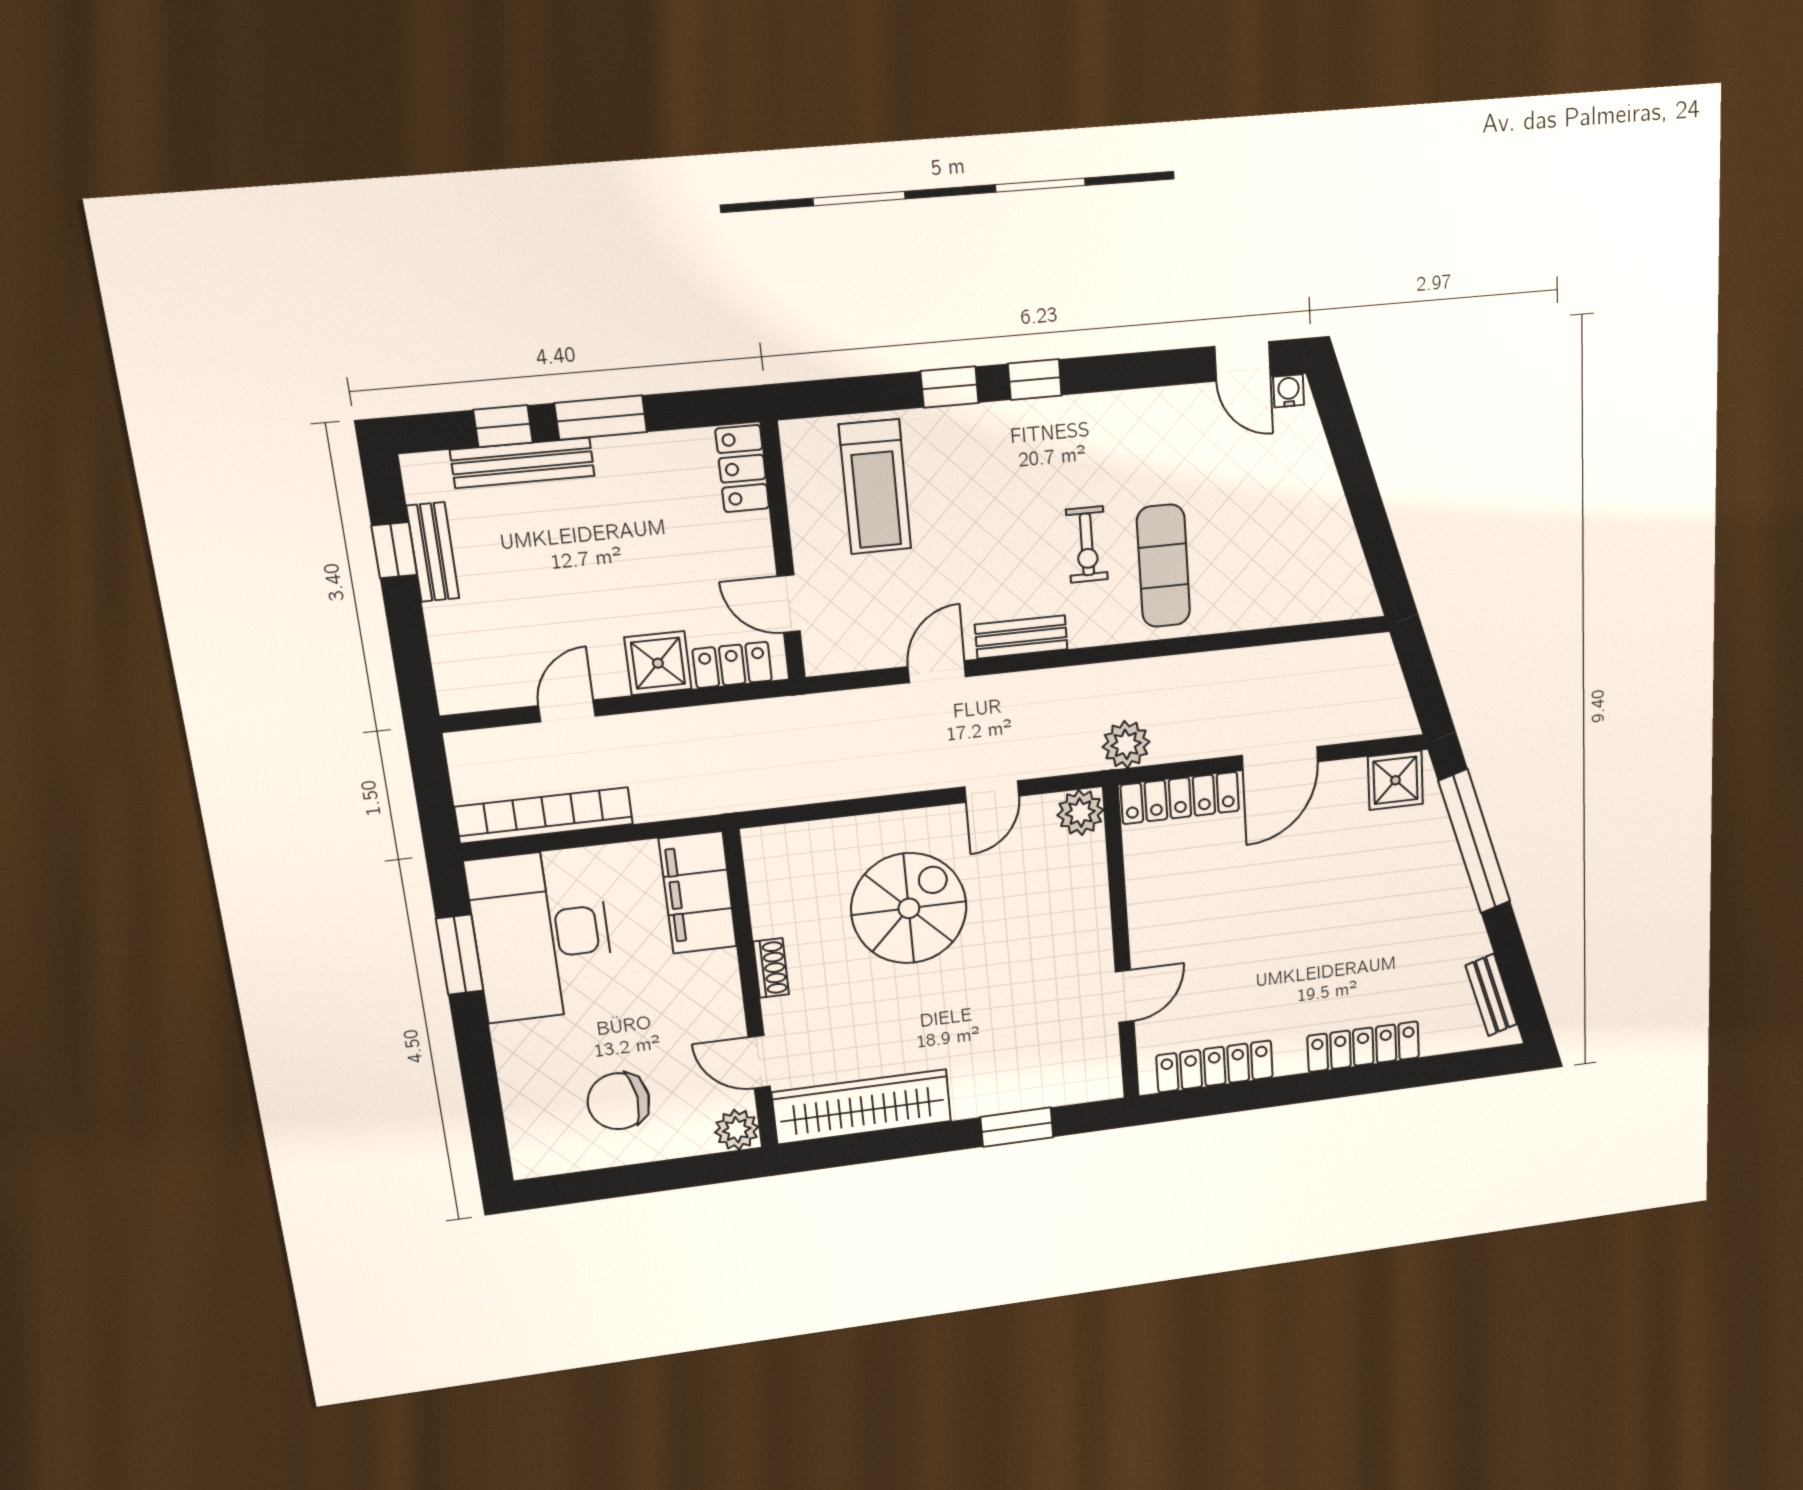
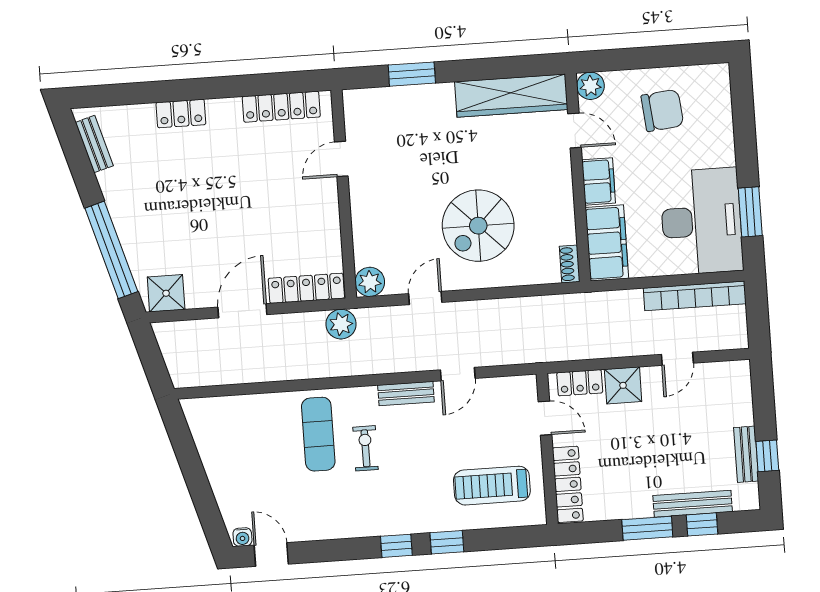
locker: (742, 469) -> (568, 484), width x1.53
treadmill: (875, 487) -> (492, 486), turned -90
shoe rack: (771, 968) -> (570, 264), moved
filing cabinet: (716, 987) -> (599, 181), added
locker: (1363, 1047) -> (181, 114), width x0.66

